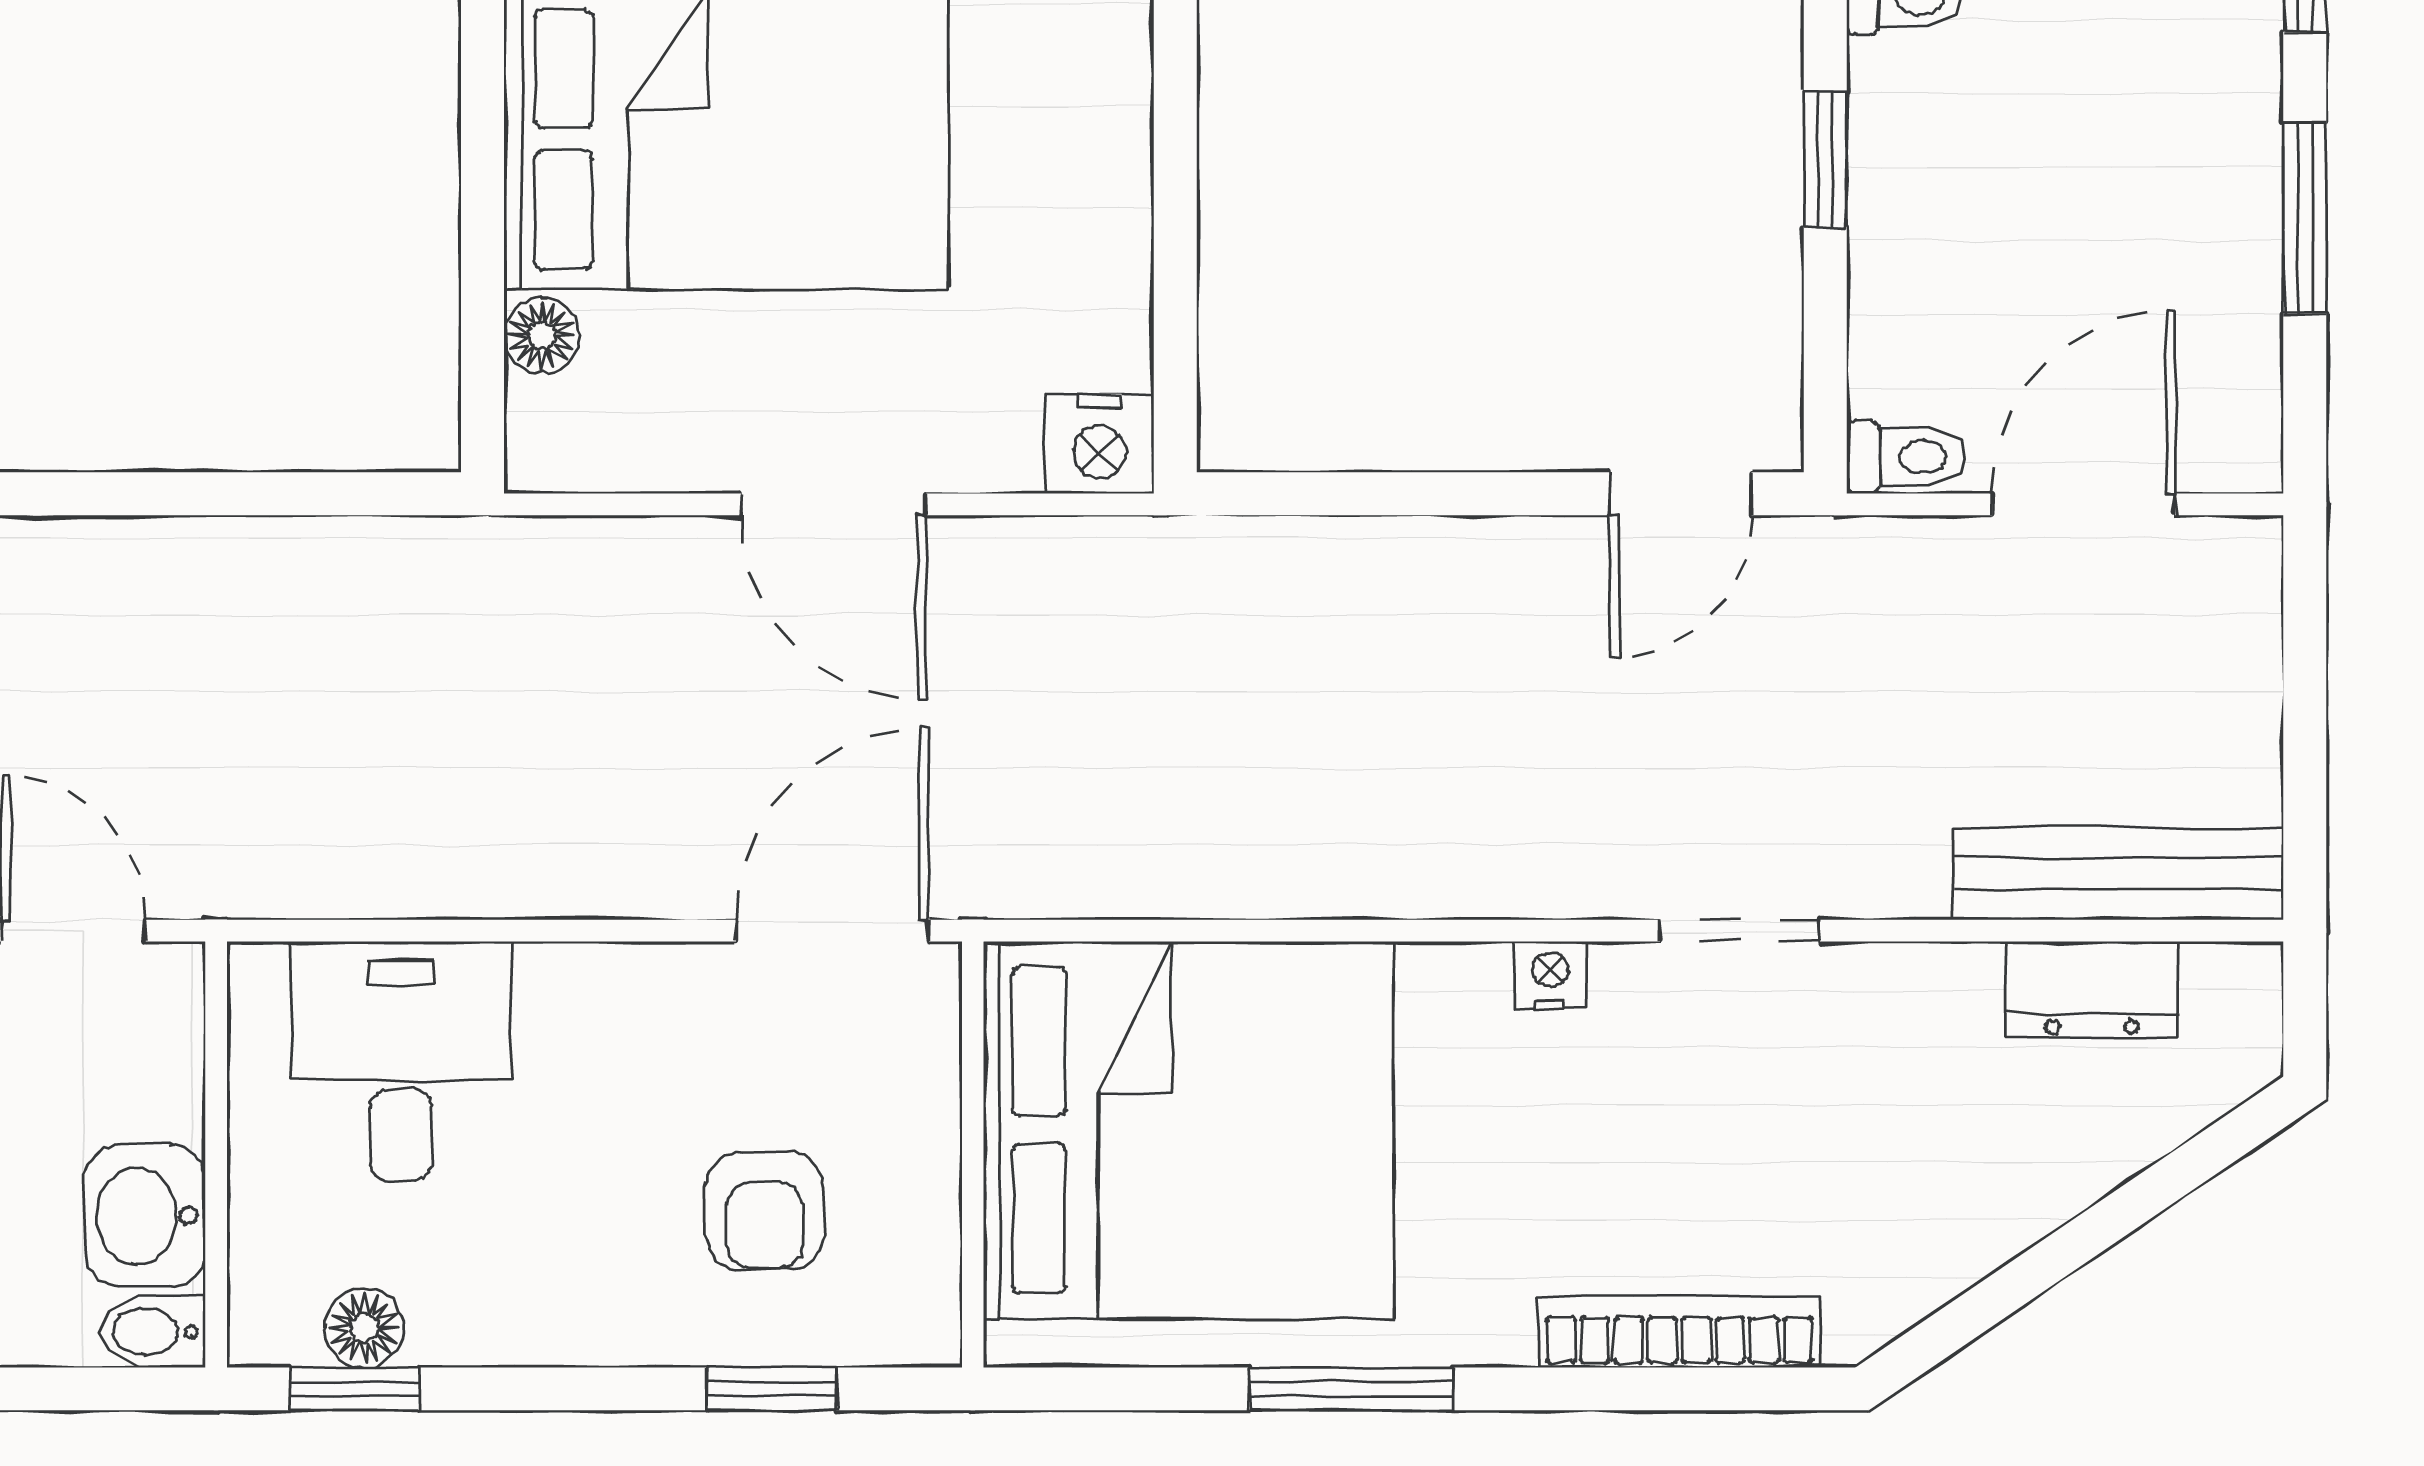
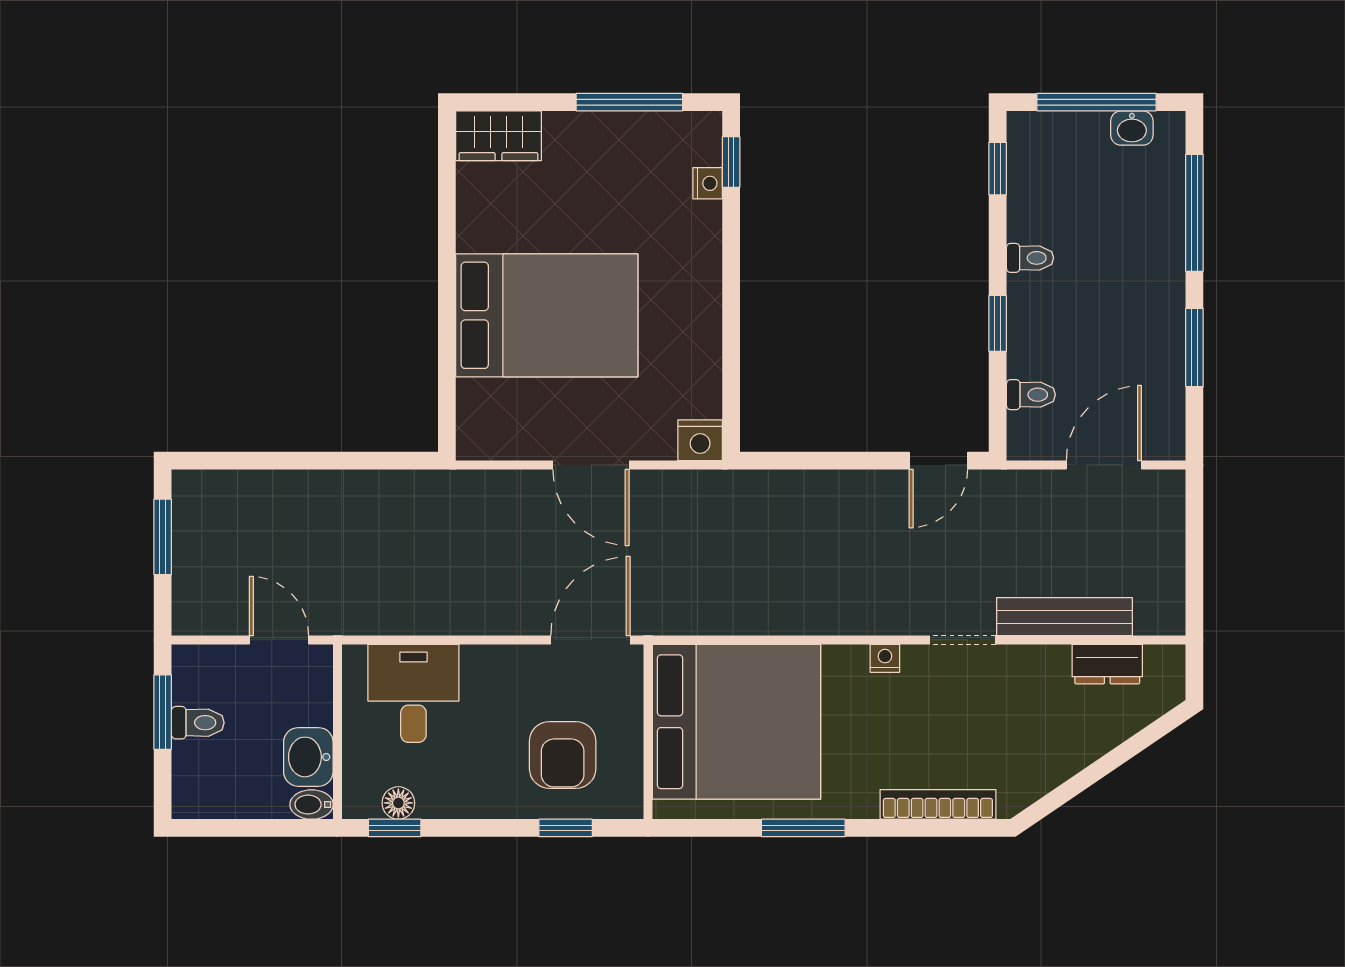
floor lamp: (542, 336) -> (471, 396), removed
toilet: (1906, 457) -> (1031, 395), moved
bench: (2118, 874) -> (1064, 617), moved
armchair: (765, 1211) -> (563, 755), width x1.38, depth x1.38

